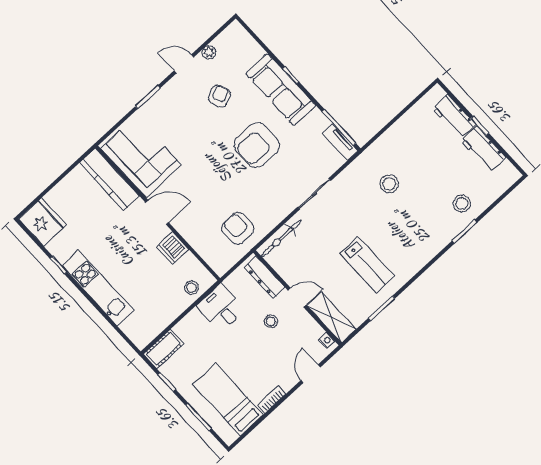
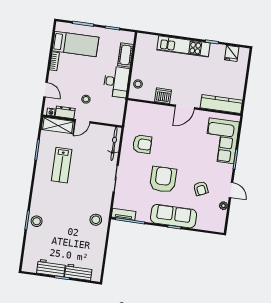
door: (184, 64) -> (231, 190), hinge flipped
corner sofa: (141, 157) -> (222, 141), moved, turned 90
stool: (389, 184) -> (96, 220), moved
stool: (462, 204) -> (37, 221), moved
fridge: (43, 222) -> (232, 53), width x0.53, depth x0.75
armchair: (238, 228) -> (142, 144), moved
lab bench: (367, 265) -> (62, 165), turned -90
dresser: (264, 277) -> (65, 112), moved, width x0.70
desk: (221, 308) -> (116, 82), width x1.37
cot: (164, 349) -> (125, 55), moved

